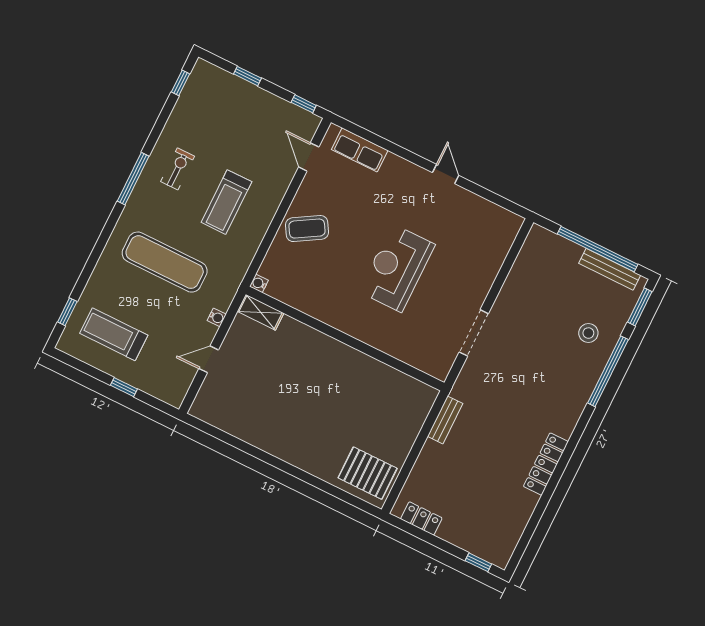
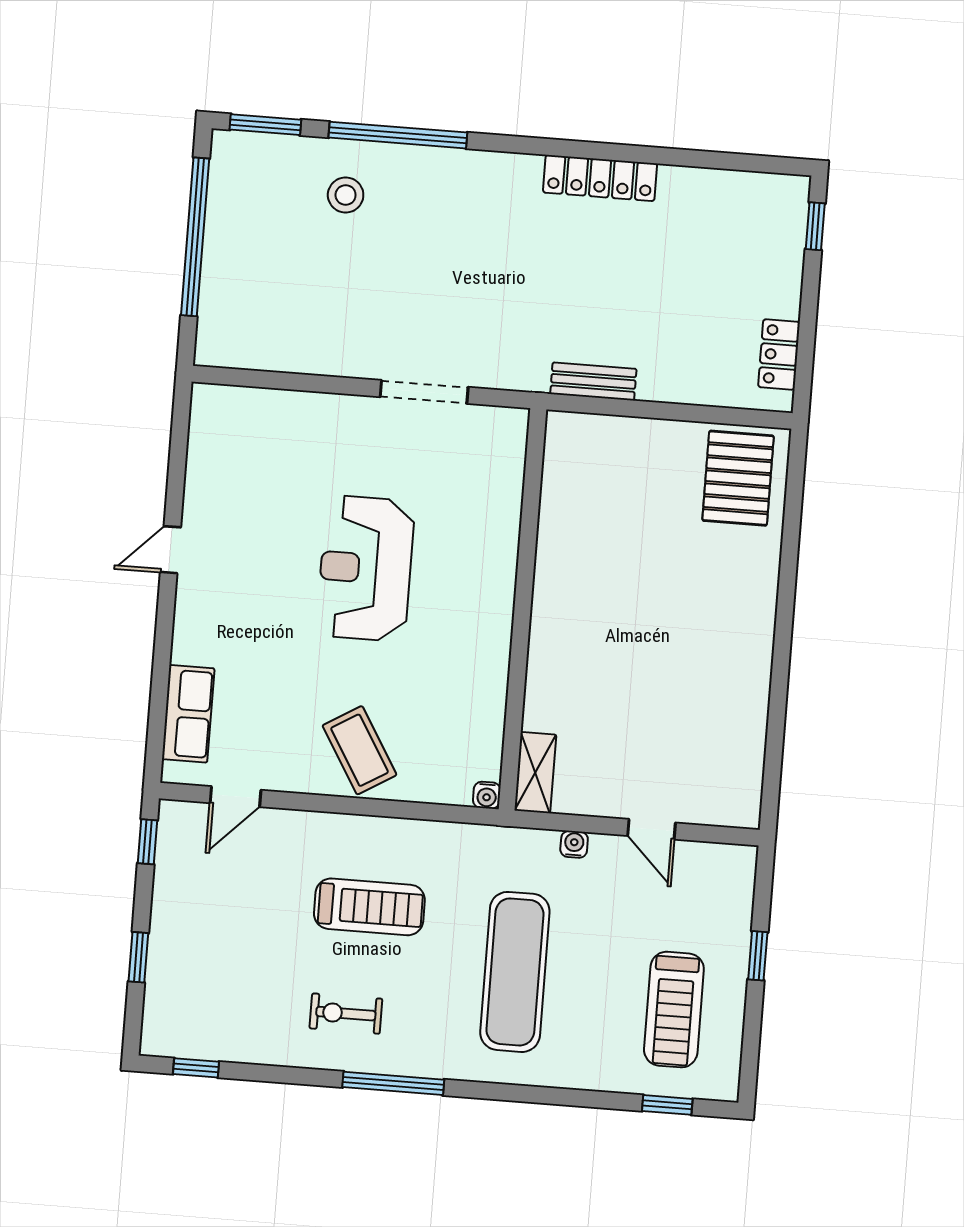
reception desk: (397, 268) -> (366, 568), turned 90
bench: (610, 269) -> (221, 202), removed

